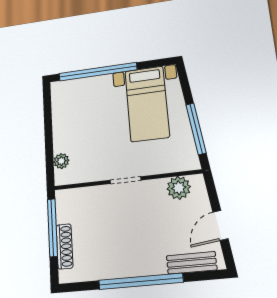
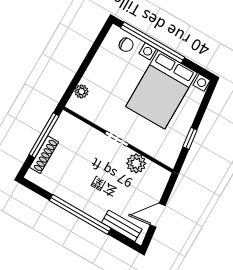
chair: (75, 91) -> (126, 45), added
bed with nightstands: (147, 104) -> (161, 90), width x1.36
window: (196, 129) -> (190, 138), width x0.46
plant: (179, 188) -> (136, 163), moved

